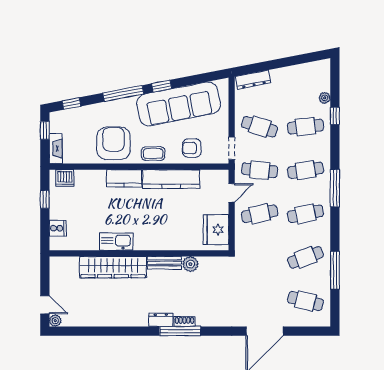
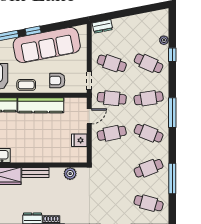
dresser: (253, 80) -> (102, 26), width x0.70
cafe table: (305, 127) -> (149, 63), turned 30
cafe table: (305, 214) -> (149, 133), turned 33
fridge: (216, 230) -> (79, 140), width x0.53, depth x0.75
plant: (190, 264) -> (70, 174), moved

